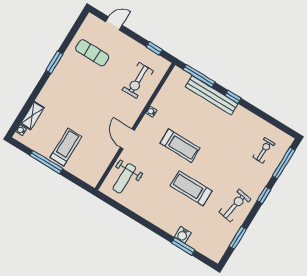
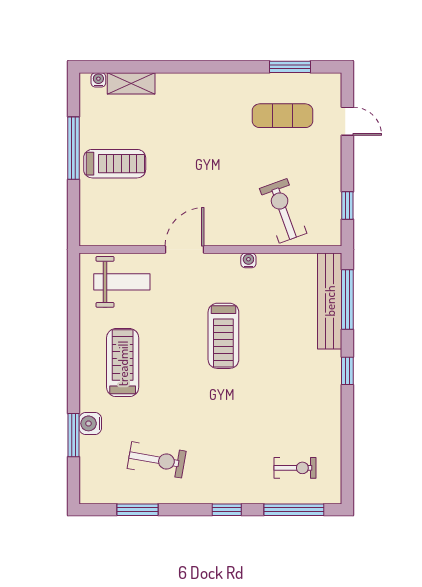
exercise mat: (92, 53) -> (282, 116), turned 90
window: (54, 62) -> (290, 67), moved
exercise bike: (138, 80) -> (283, 211), turned 70
bench: (212, 95) -> (330, 301), moved
weight bench: (124, 178) -> (122, 282), turned 180
treadmill: (191, 188) -> (123, 363), moved
exercise bike: (235, 206) -> (157, 460), moved

